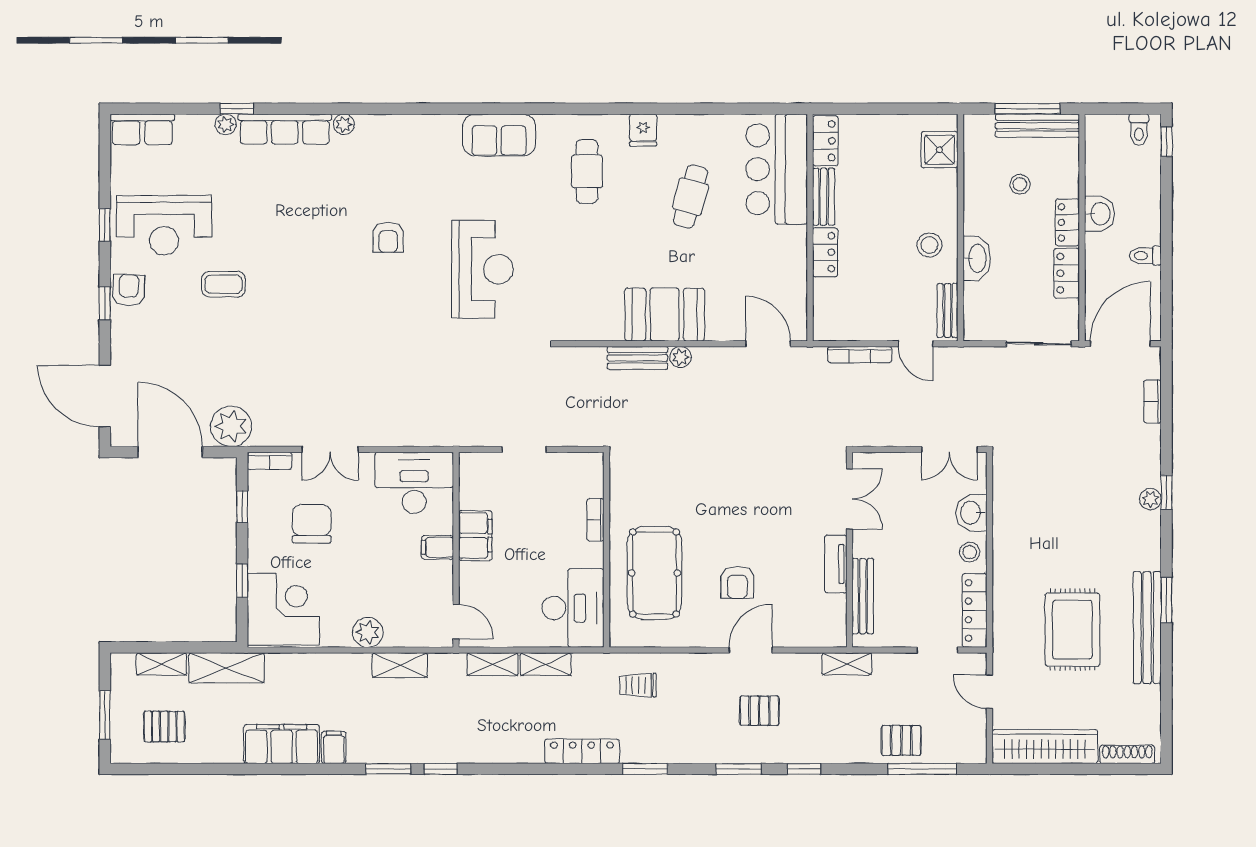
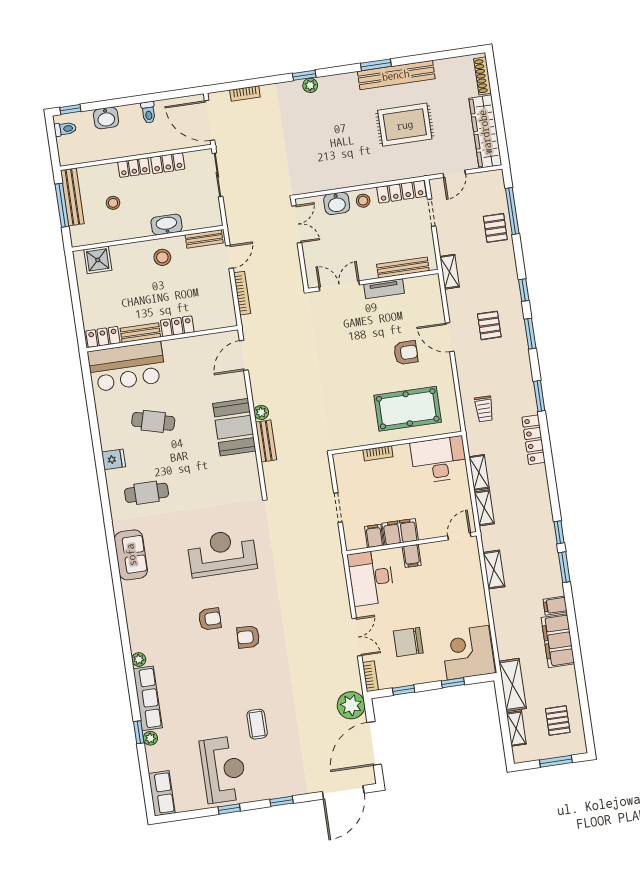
washbasin: (1100, 214) -> (106, 118), moved, turned 180
armchair: (129, 290) -> (248, 637), moved
filing cabinet: (475, 496) -> (374, 536), added
plant: (368, 632) -> (475, 594), removed

